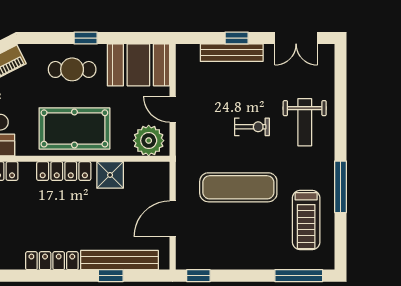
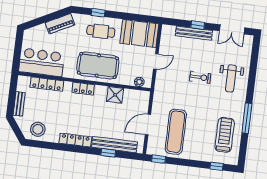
window: (86, 38) -> (98, 13), moved
door: (173, 109) -> (156, 61), swing flipped
plant: (149, 141) -> (139, 82), width x0.53, depth x0.53
locker: (64, 171) -> (83, 89), width x0.66
exercise mat: (238, 187) -> (176, 132), moved, turned 90
treadmill: (306, 220) -> (225, 135), turned 180
window: (299, 276) -> (216, 166), width x0.46

